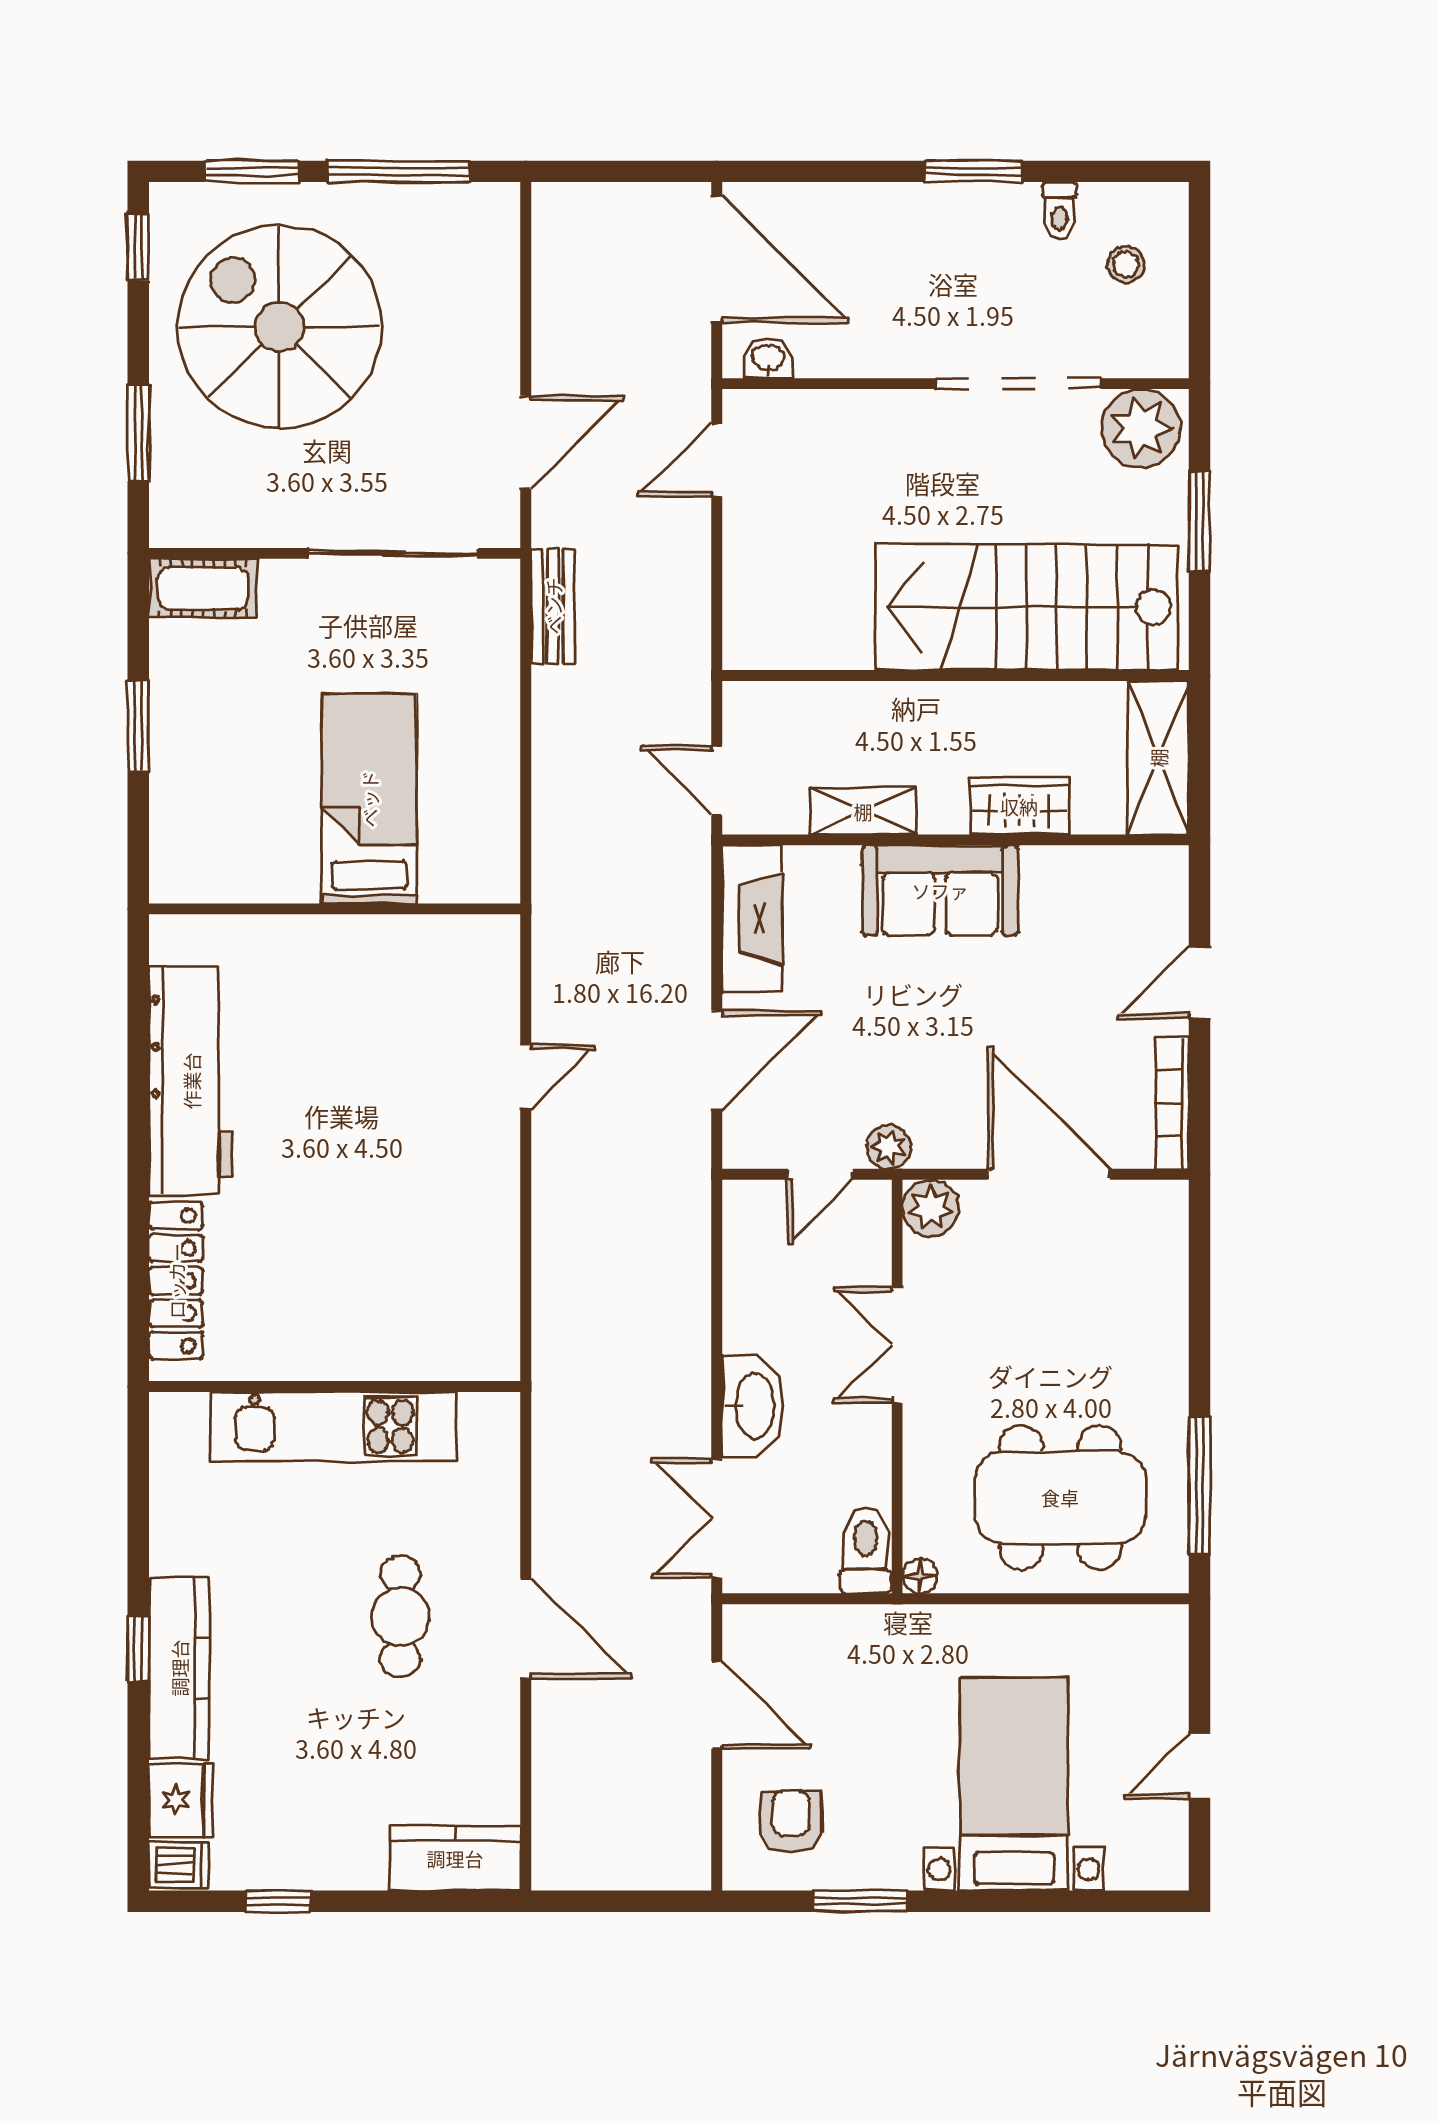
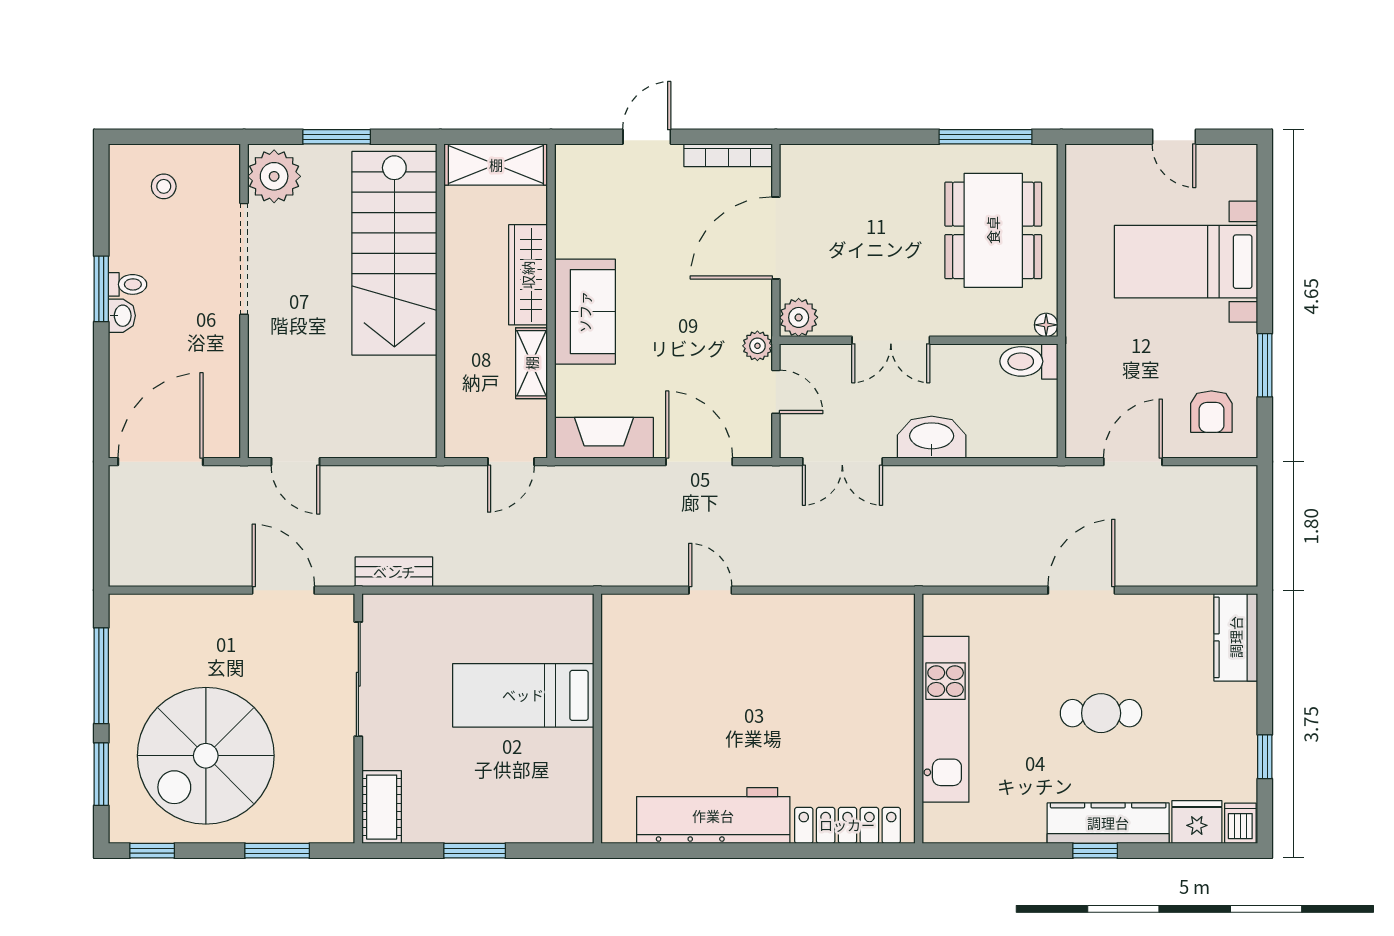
toilet: (1060, 210) -> (128, 284), moved
washbasin: (768, 358) -> (122, 316), moved, turned 180
wardrobe: (1019, 806) -> (528, 275), width x1.50
door: (1200, 982) -> (647, 137), swing flipped
double door: (717, 1518) -> (842, 462), moved
cafe table: (400, 1617) -> (1101, 713), moved
armchair: (791, 1822) -> (1211, 412), turned -90

